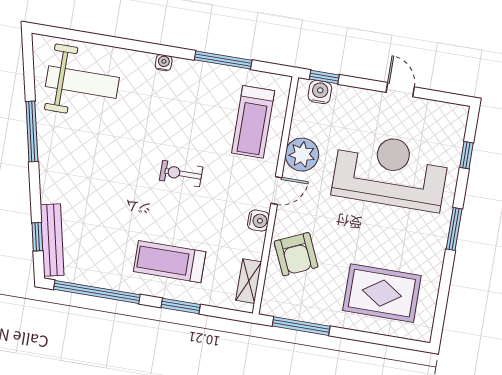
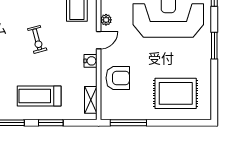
plant: (302, 155) -> (106, 20), width x0.53, depth x0.53
exercise bike: (181, 174) -> (37, 39), turned -105
armchair: (296, 254) -> (118, 78), turned -66

